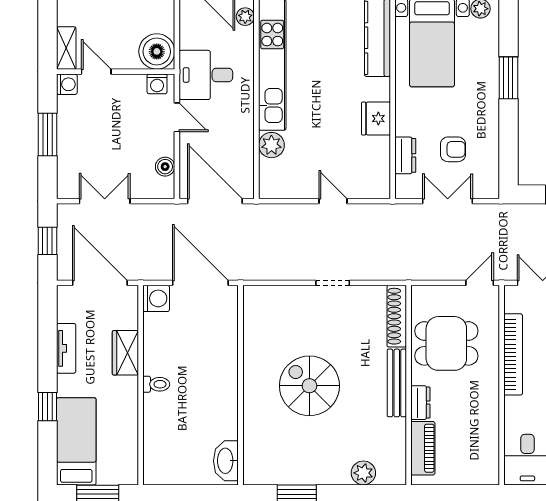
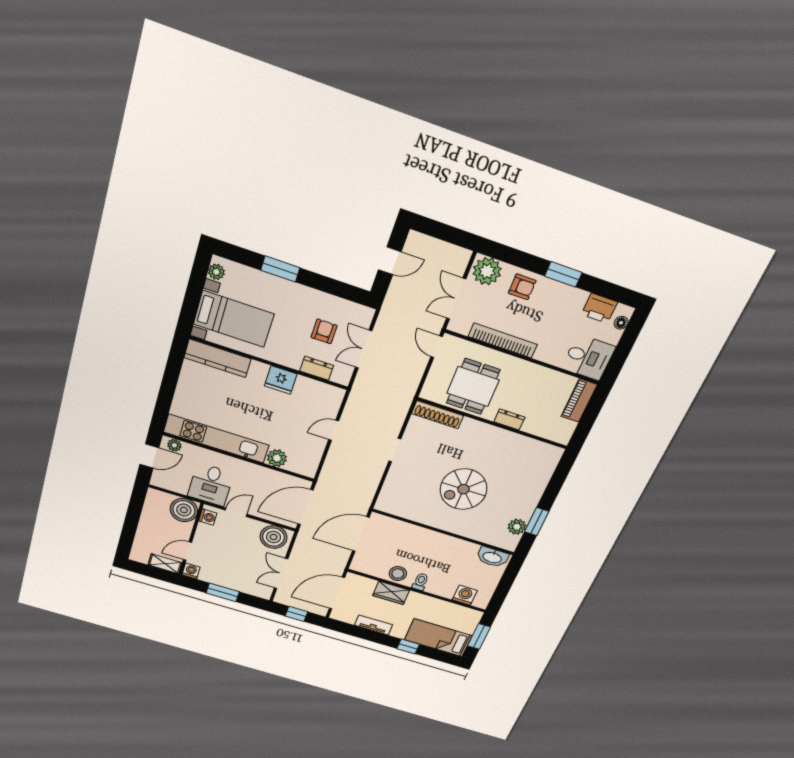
boiler: (165, 167) -> (274, 537), width x1.86, depth x1.86
washing machine: (156, 298) -> (465, 595), moved
stool: (158, 351) -> (398, 574), added
bench: (397, 383) -> (487, 431), removed
piano: (423, 448) -> (579, 400), moved, turned -90
plant: (363, 473) -> (517, 527), moved

